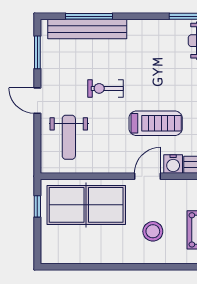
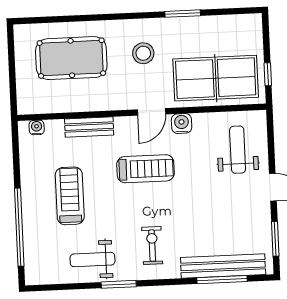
exercise bike: (105, 88) -> (152, 246), moved, turned -90
treadmill: (156, 123) -> (146, 169), turned 180
water cooler: (173, 164) -> (182, 123), moved
window: (114, 267) -> (183, 14), added

